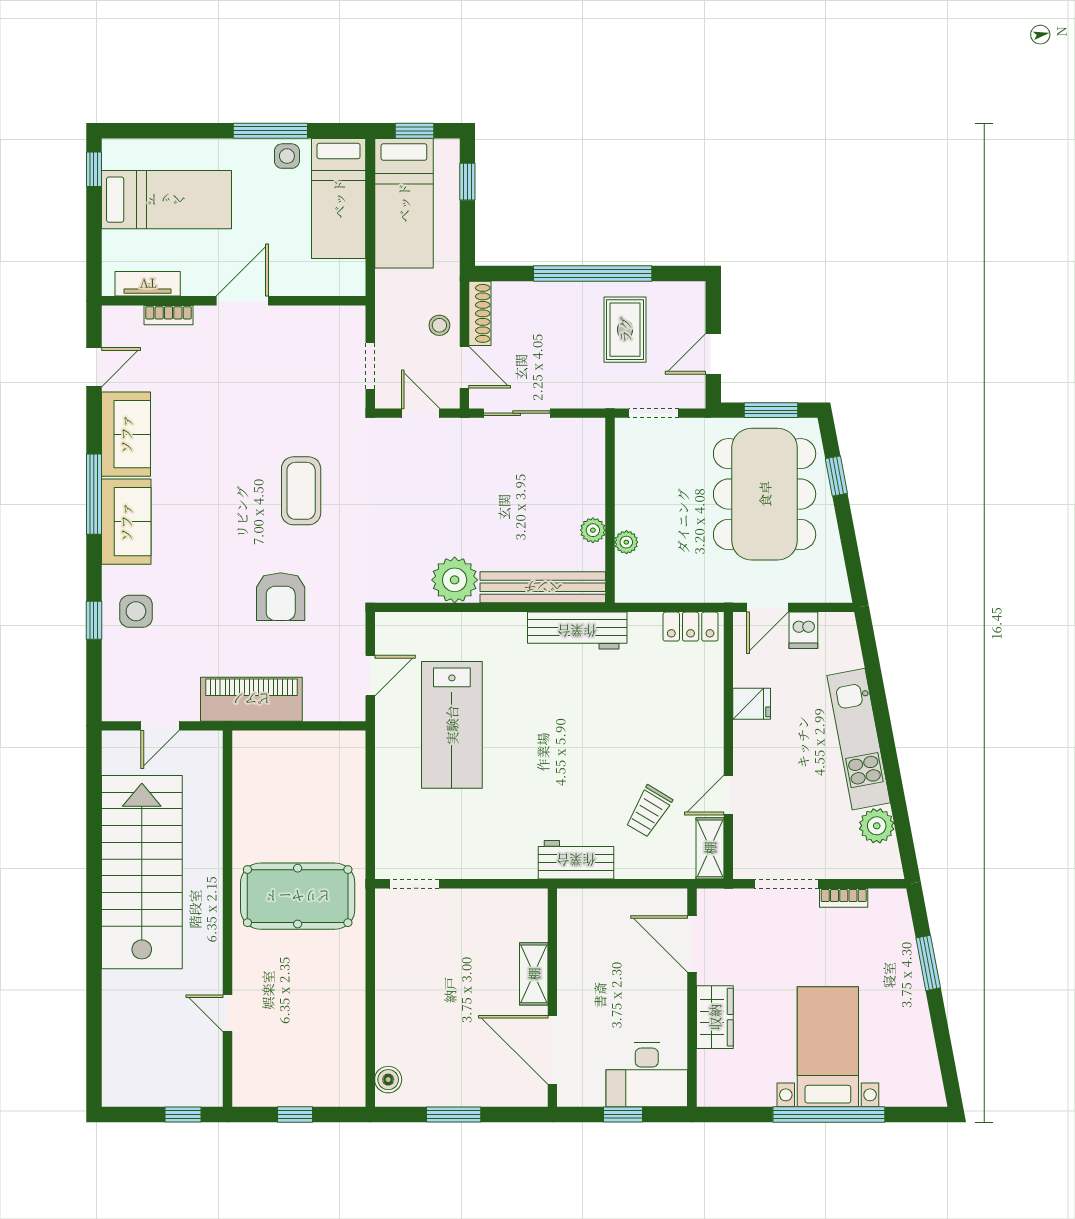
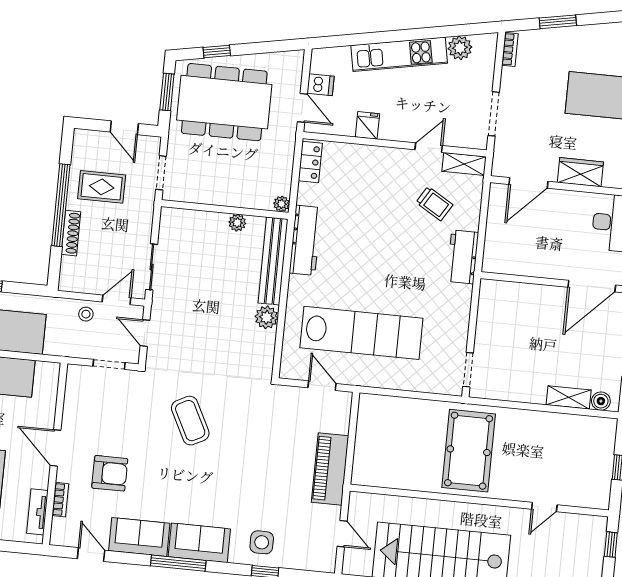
shoe rack: (480, 313) -> (71, 233), moved, turned 90
door: (421, 413) -> (145, 333), hinge flipped
coffee table: (301, 491) -> (190, 421), turned 63
plant: (626, 542) -> (282, 204), moved
plant: (455, 580) -> (267, 317), width x0.73, depth x0.73
armchair: (281, 597) -> (110, 473), moved
lab bench: (452, 725) -> (361, 333), width x1.36
door: (728, 795) -> (429, 148), swing flipped
bookcase: (844, 898) -> (510, 49), moved
shelving: (534, 974) -> (569, 397), moved

